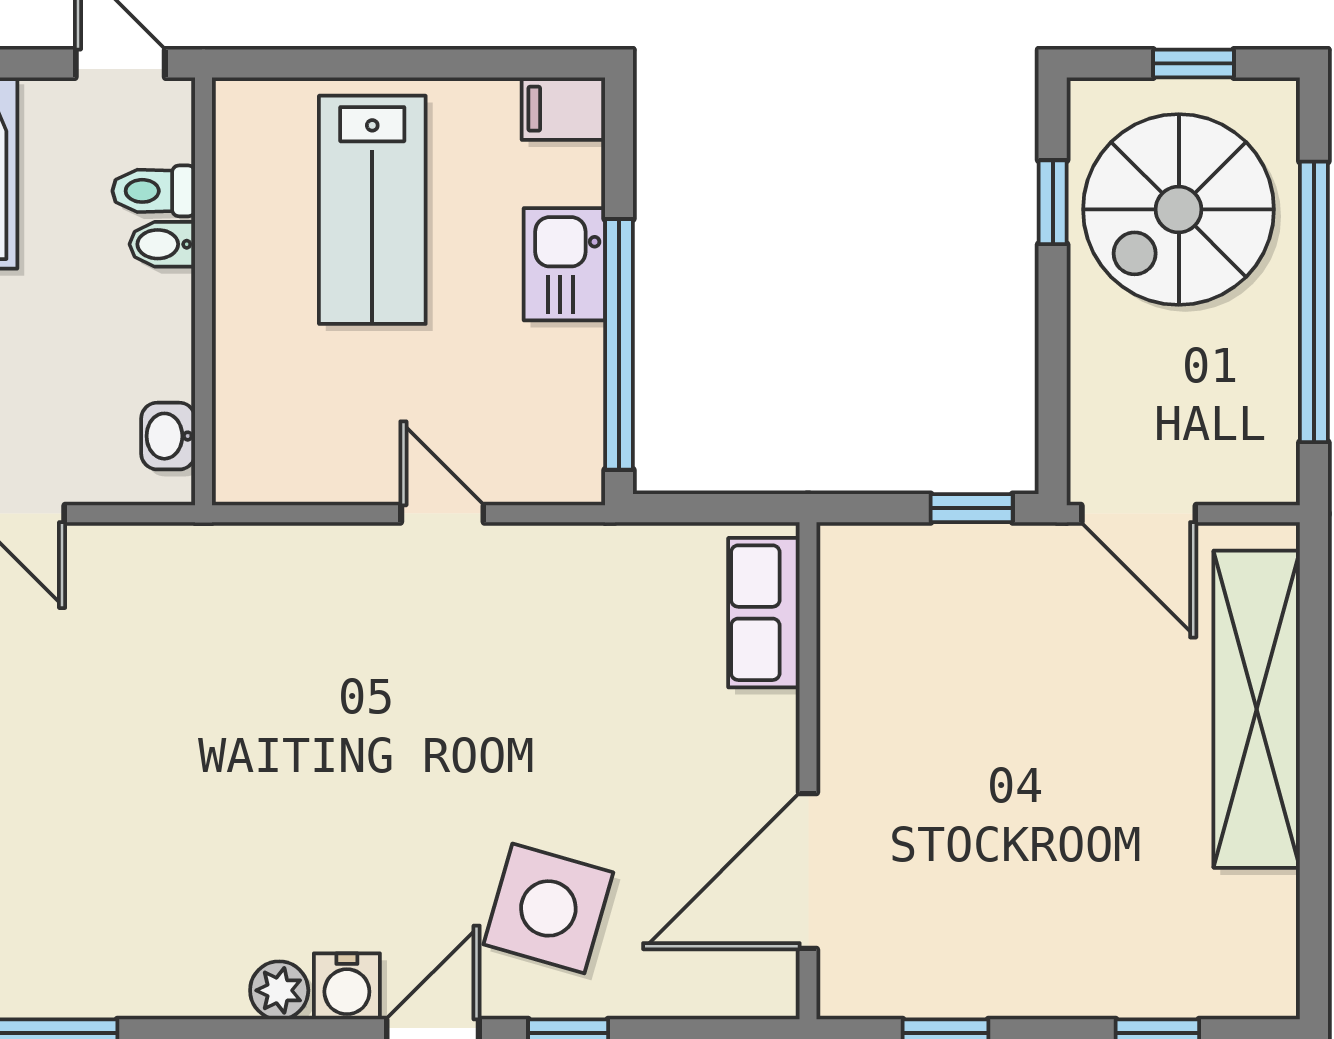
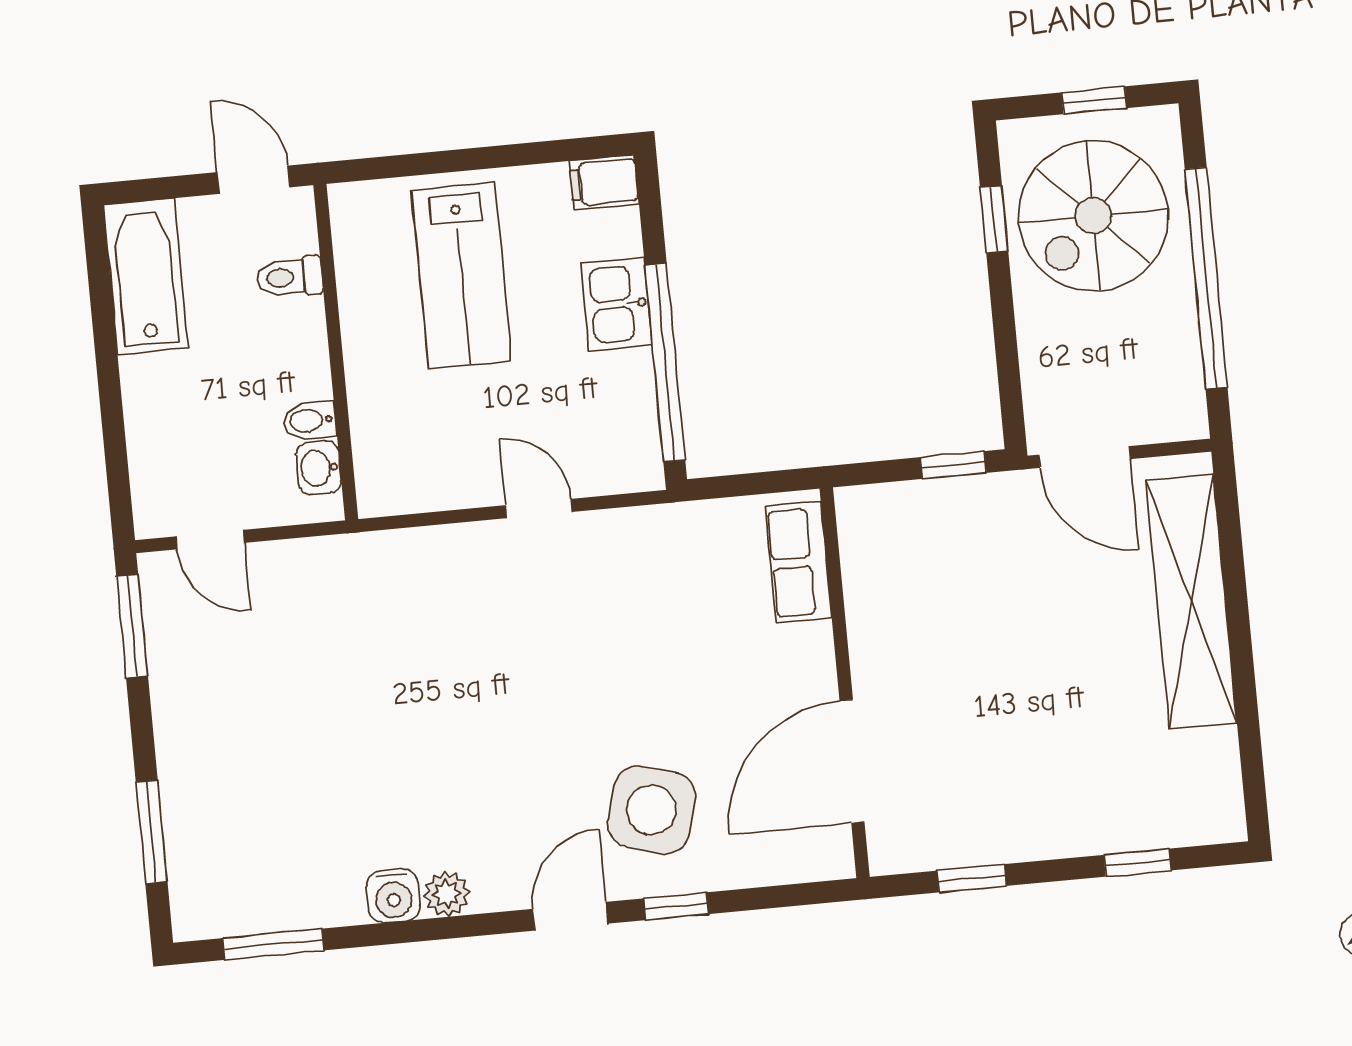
bidet: (162, 244) -> (310, 420), moved
water cooler: (347, 986) -> (393, 896), moved

